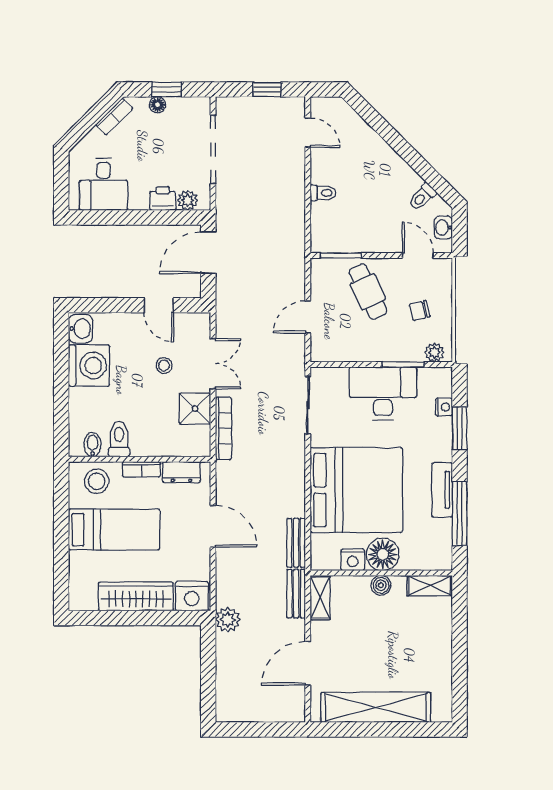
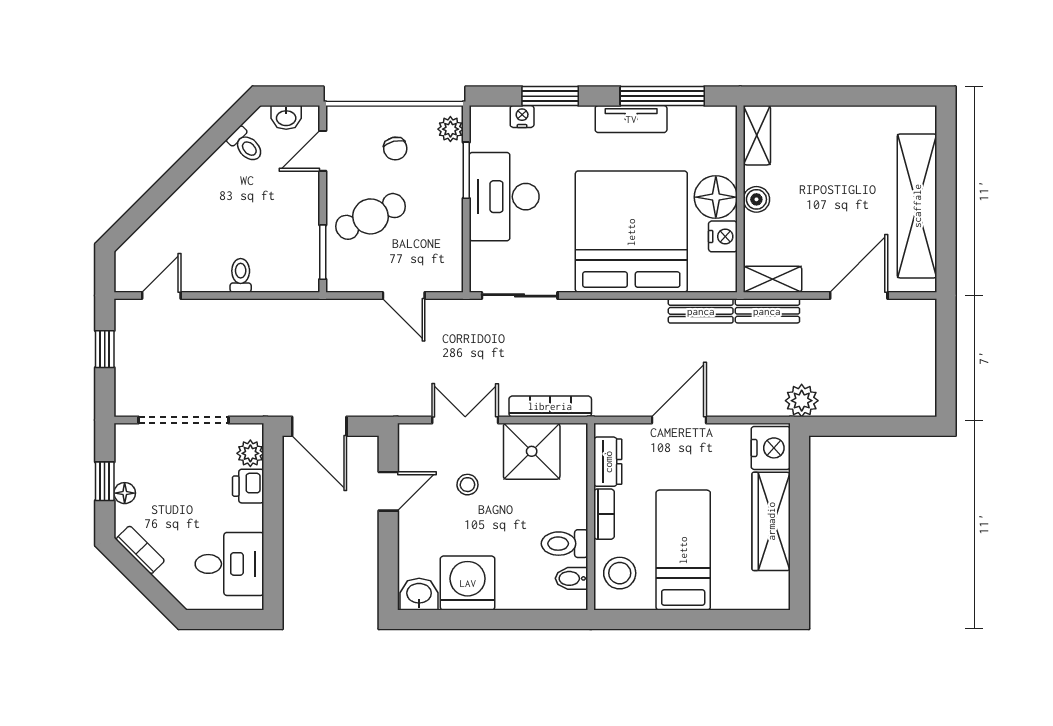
shower: (195, 409) -> (532, 451), width x1.36, depth x1.36
door: (308, 663) -> (859, 295), swing flipped

